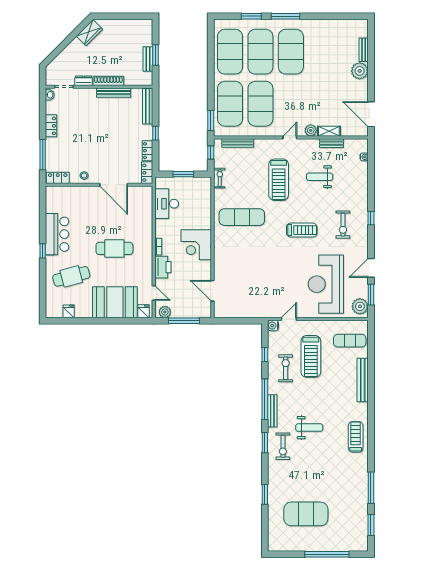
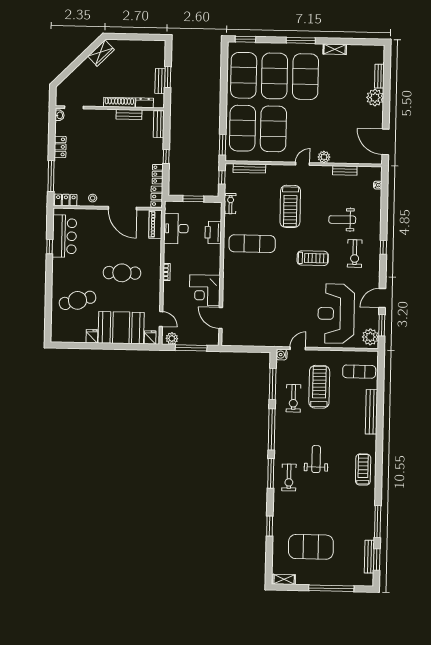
window: (251, 16) -> (245, 39), moved
dresser: (84, 81) -> (145, 103), moved
bench: (114, 93) -> (129, 115), width x0.73
bench: (148, 106) -> (159, 124), width x0.73
shelving: (329, 131) -> (335, 49), moved
weight bench: (320, 177) -> (342, 220), moved
piano: (146, 200) -> (155, 224), added
bar counter: (57, 234) -> (64, 236), moved
corner desk: (196, 245) -> (205, 290), moved
window: (43, 251) -> (50, 247), moved
printer: (163, 267) -> (213, 232), moved, turned 180
fridge: (69, 311) -> (92, 336), moved
window: (265, 355) -> (273, 384), width x2.17
treadmill: (311, 356) -> (319, 387), turned 180
exercise bike: (286, 368) -> (293, 398), turned 180
bench: (272, 411) -> (369, 557), moved
weight bench: (309, 428) -> (316, 459), turned -90
window: (265, 443) -> (271, 473), width x1.44
shelving: (280, 547) -> (284, 579), added

